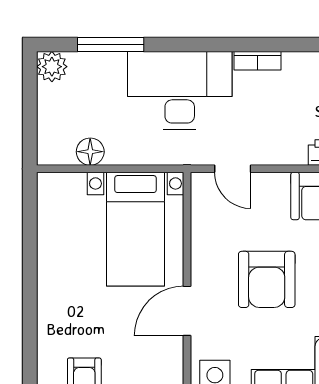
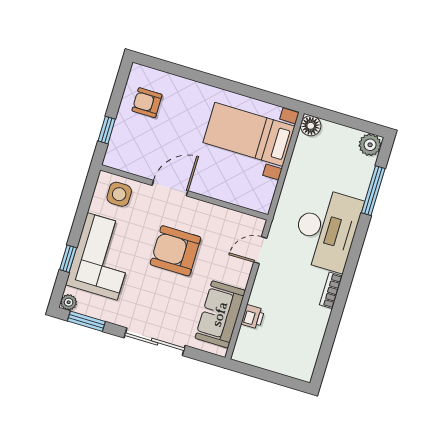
floor lamp: (90, 152) -> (311, 126), moved
bed with nightstands: (135, 229) -> (249, 134), moved
door: (187, 311) -> (170, 188), hinge flipped

